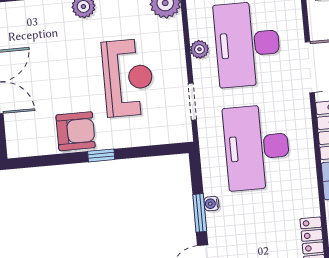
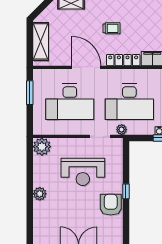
plant: (199, 49) -> (122, 130), moved
reception desk: (128, 78) -> (83, 172), turned 180

